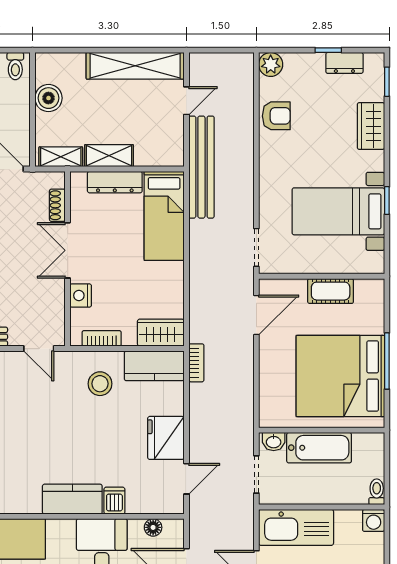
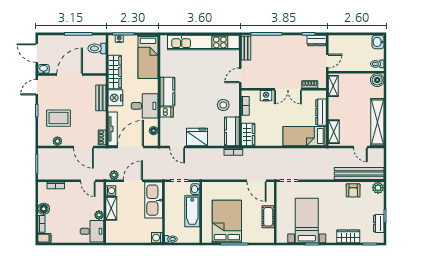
boiler: (48, 98) -> (377, 80), moved
shelving: (109, 156) -> (334, 132), moved
bench: (201, 167) -> (359, 174), moved
double door: (68, 250) -> (288, 89), swing flipped
bed: (340, 376) -> (227, 222), width x0.73

